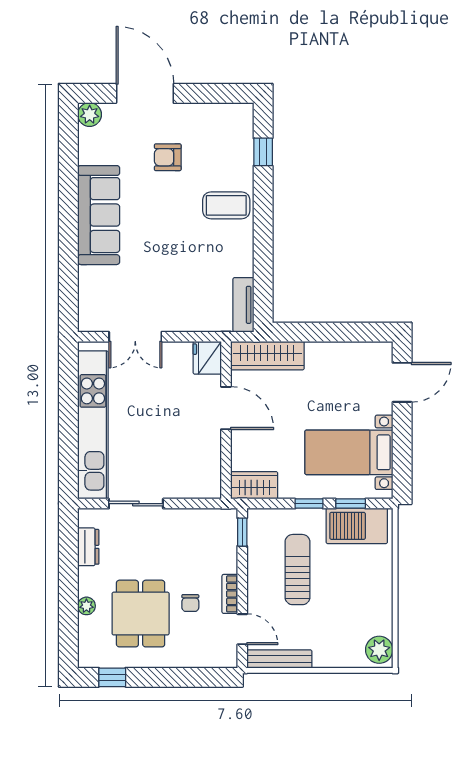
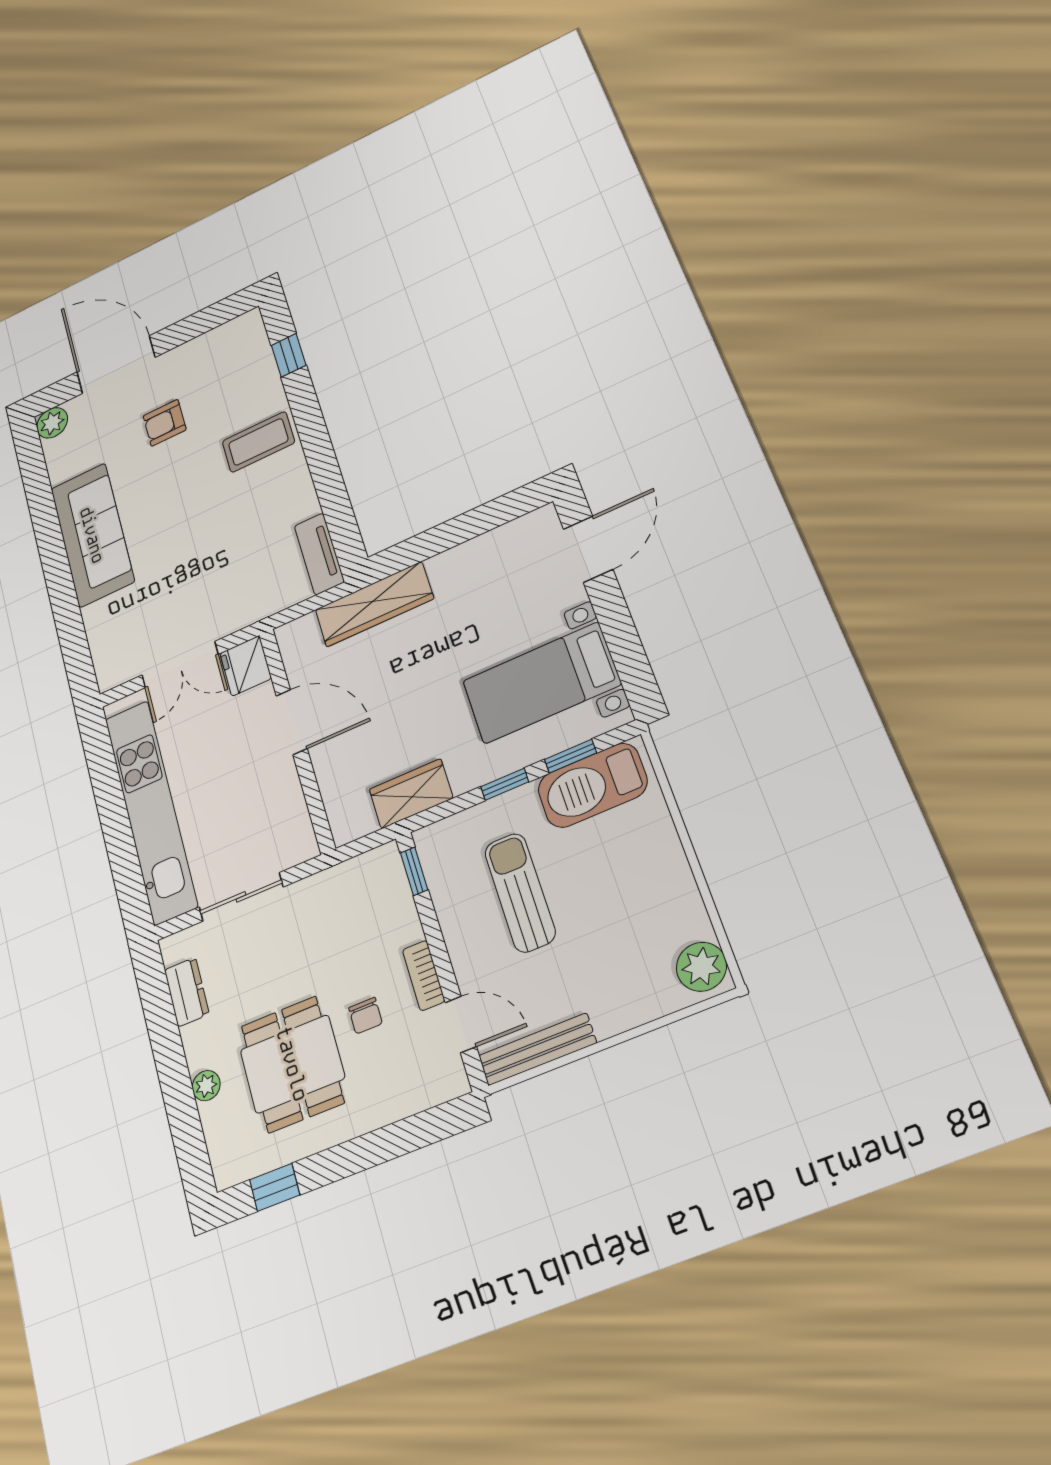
fridge: (207, 358) -> (246, 666), moved
door: (226, 408) -> (292, 722), moved
wall: (226, 420) -> (296, 739), moved

